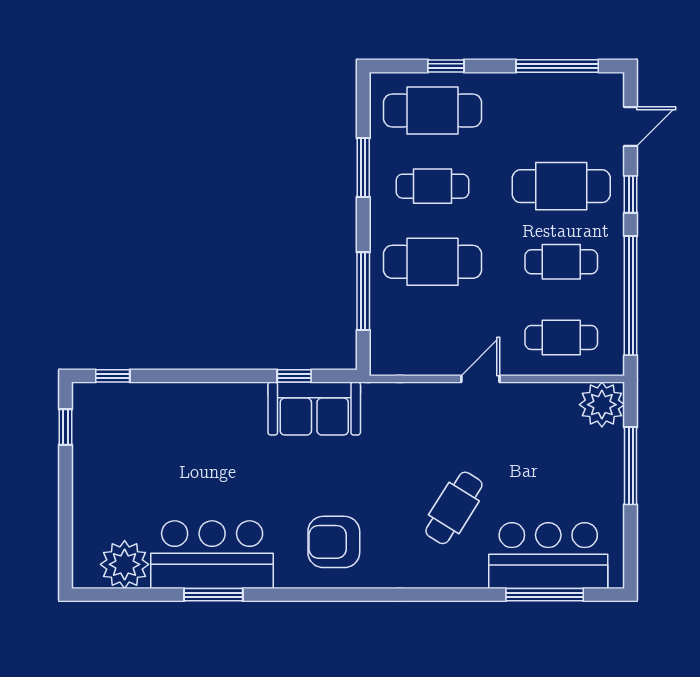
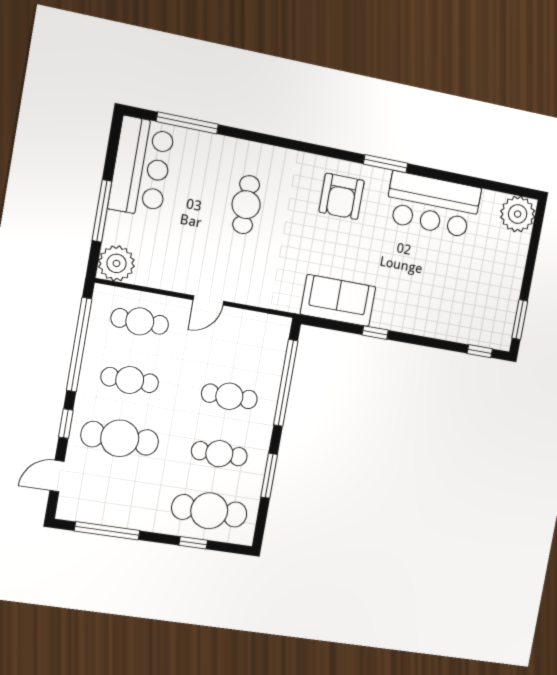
cafe table: (433, 262) -> (229, 396), width x0.73, depth x0.74
window: (363, 291) -> (286, 383), width x1.46
window: (294, 376) -> (375, 333), moved
window: (65, 427) -> (520, 320), width x1.50
cafe table: (454, 508) -> (246, 205), turned -32
armchair: (334, 542) -> (342, 196), turned 90
bar counter: (548, 556) -> (141, 167), moved, turned -90
plant: (125, 564) -> (518, 214), moved
window: (213, 595) -> (386, 164), moved

